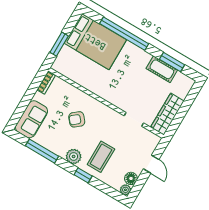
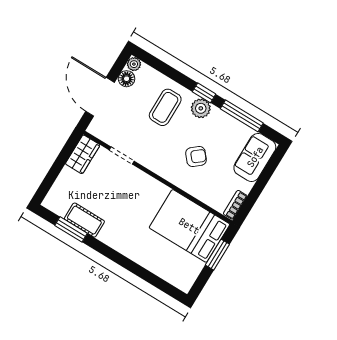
window: (124, 34) -> (133, 267), removed
bed: (95, 42) -> (189, 226), moved
wardrobe: (167, 114) -> (83, 154), width x0.67
door: (151, 164) -> (100, 97), width x1.88
window: (83, 175) -> (204, 93), moved

